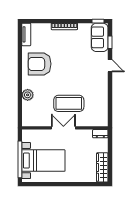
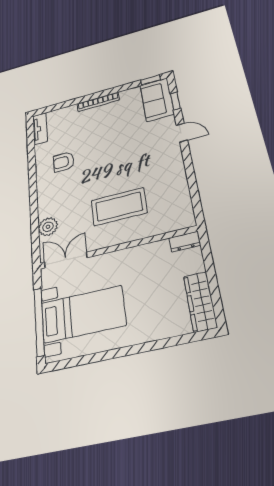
armchair: (40, 64) -> (64, 162), width x0.53, depth x0.53
plant: (28, 95) -> (48, 227), moved
double door: (63, 128) -> (66, 260), moved

